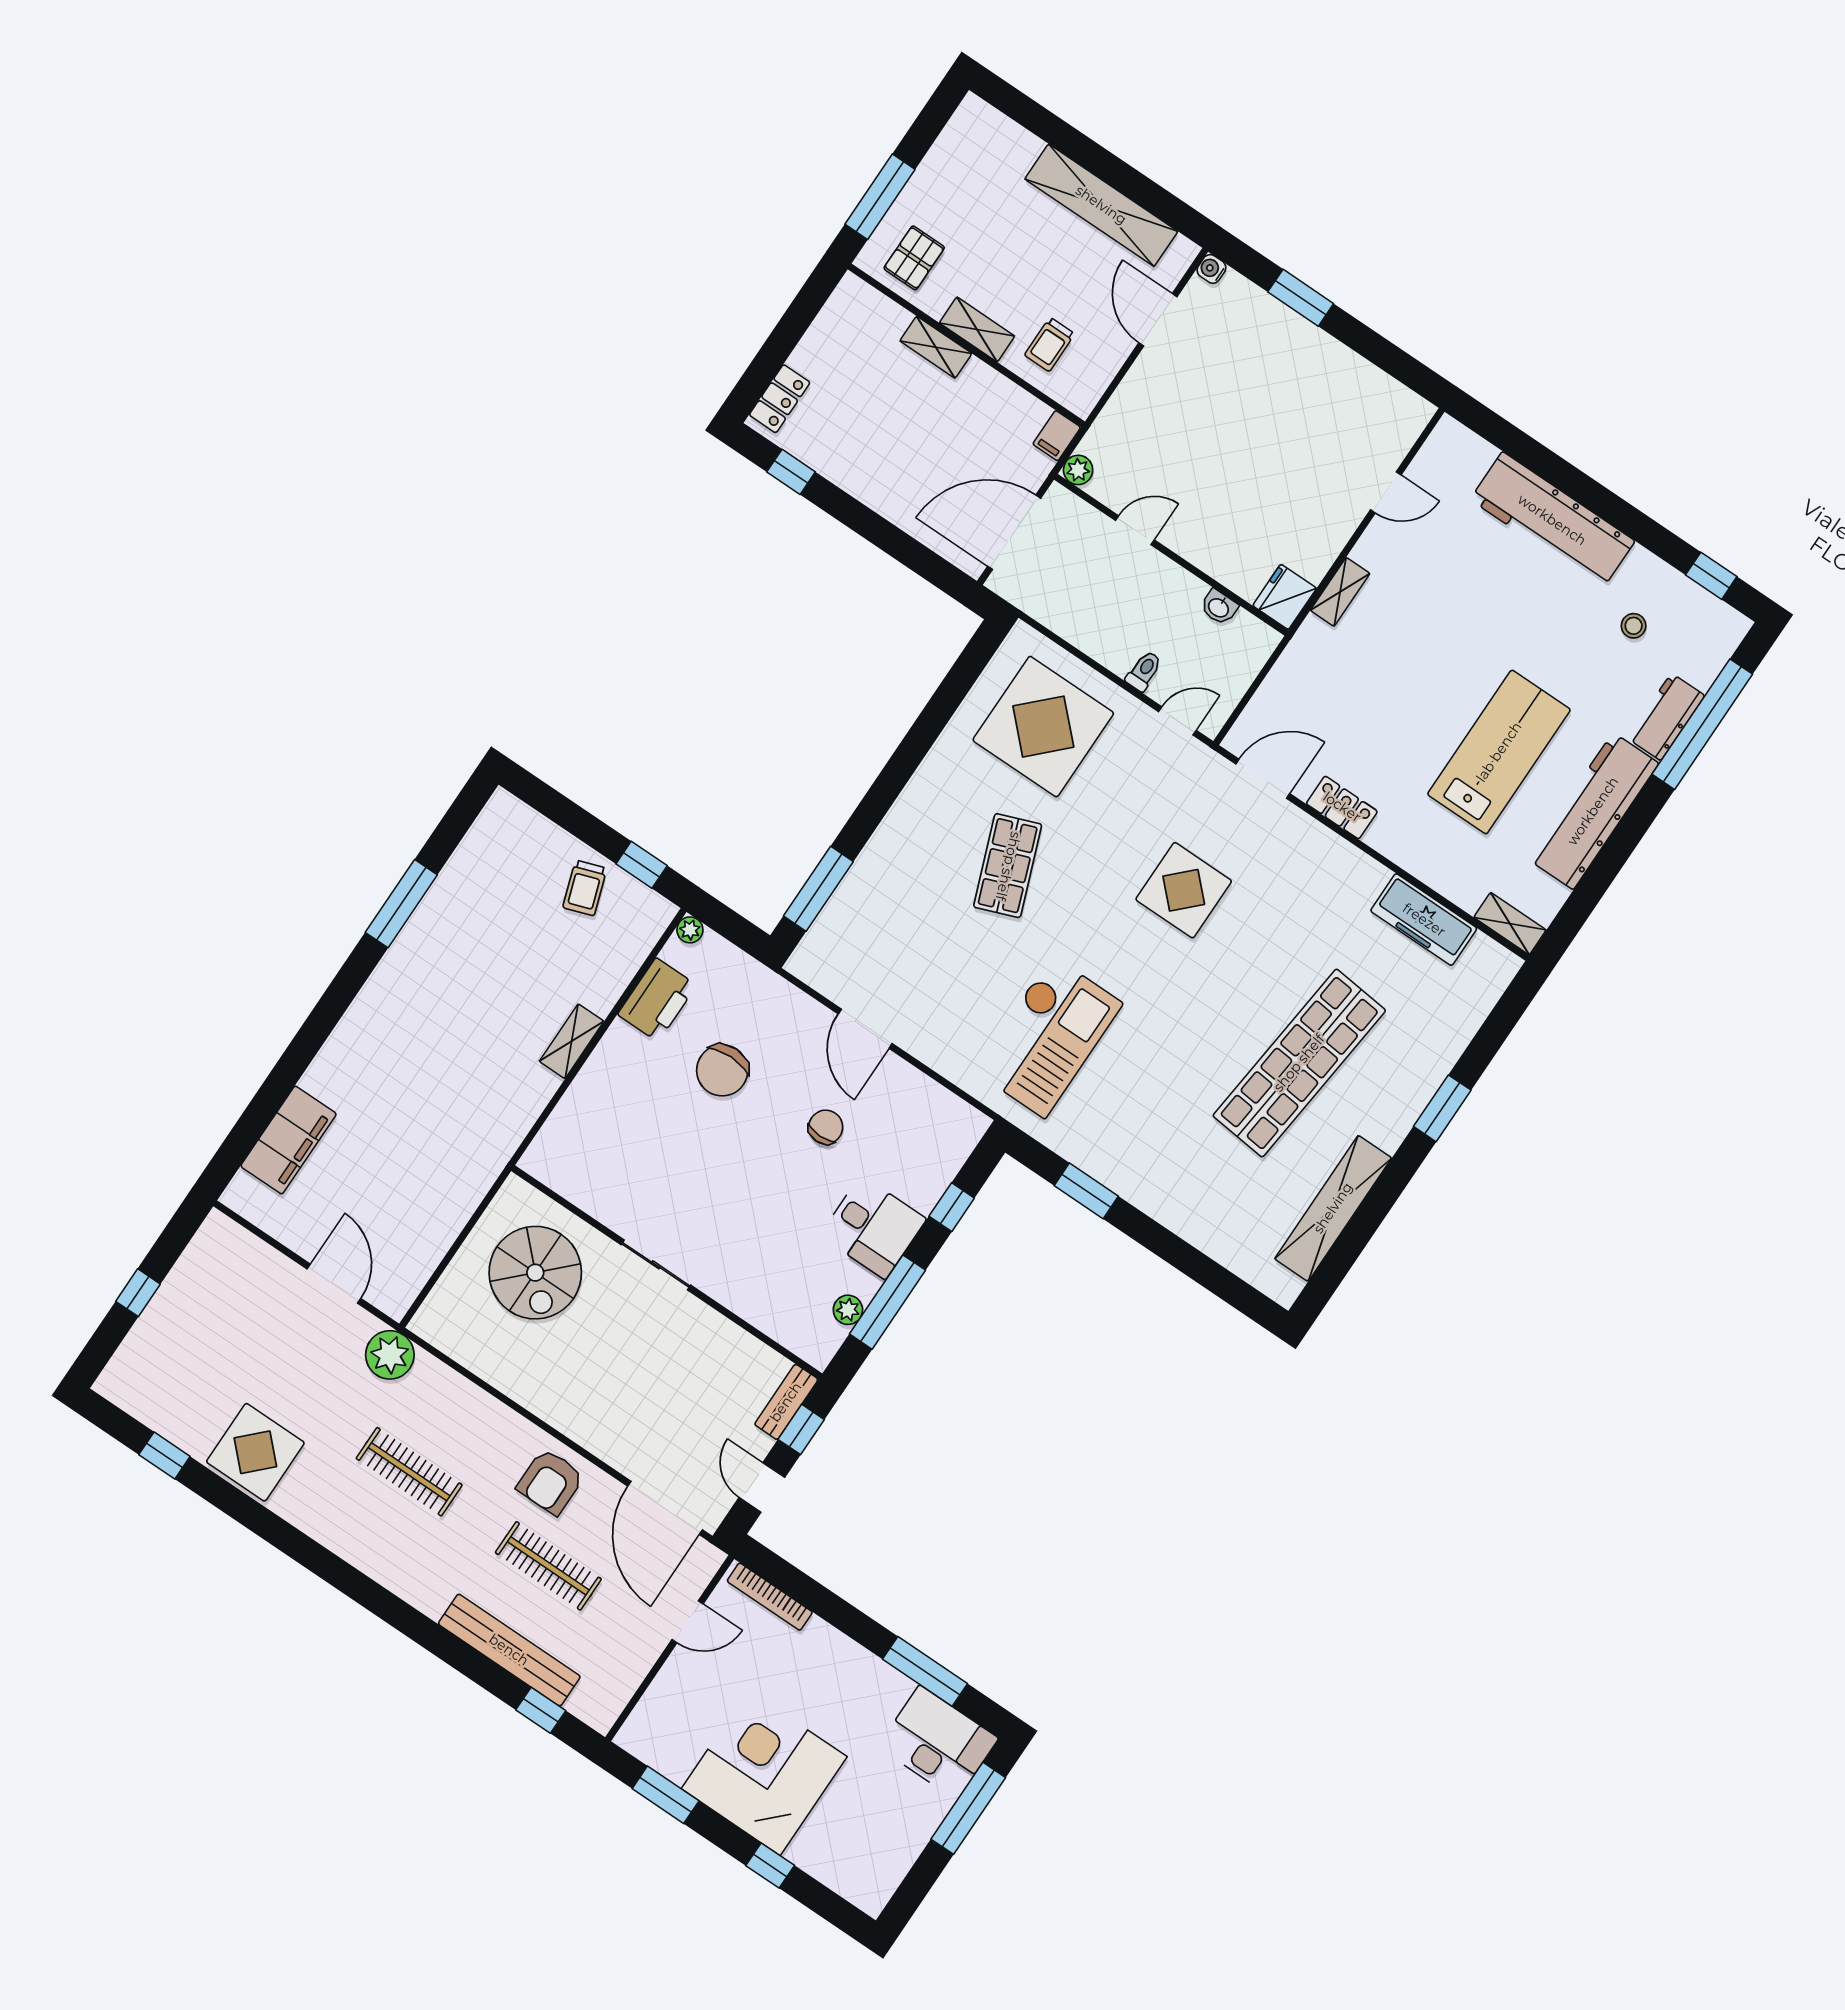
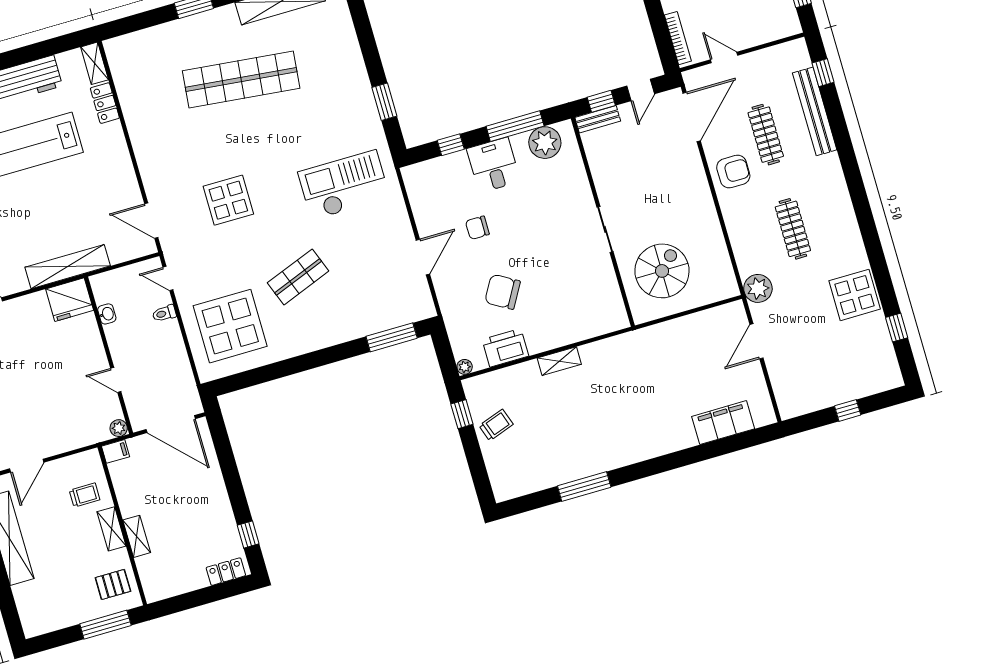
shelving: (1340, 592) -> (68, 267), width x2.20, depth x1.33
fridge: (1285, 597) -> (70, 300), width x1.36, depth x1.34
locker: (1342, 807) -> (105, 103), moved
freezer: (1424, 920) -> (132, 97), removed
chair: (722, 1070) -> (503, 292), turned -150
plant: (848, 1310) -> (545, 143), width x1.88, depth x1.88

